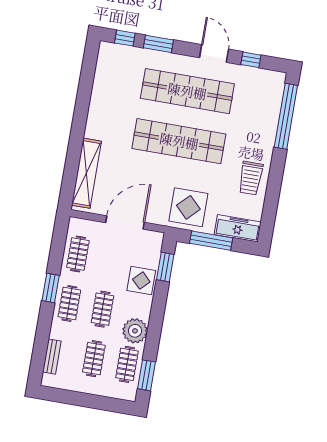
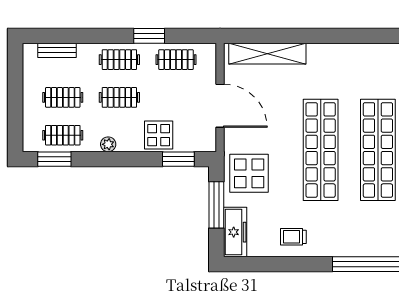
trolley: (251, 178) -> (293, 237), width x0.73, depth x0.72
window: (51, 288) -> (149, 36), moved
plant: (135, 331) -> (108, 144), width x0.53, depth x0.53

